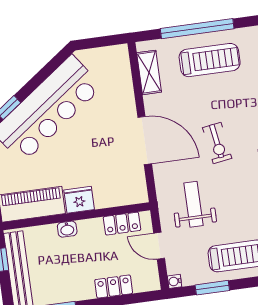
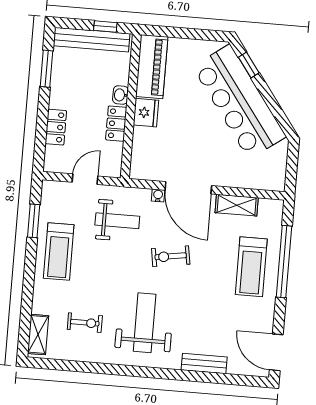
shelving: (149, 72) -> (237, 205), moved
door: (145, 141) -> (188, 188), hinge flipped
locker: (122, 224) -> (116, 124), moved
water cooler: (175, 281) -> (158, 195), moved

